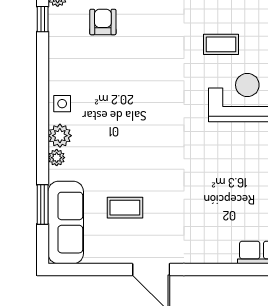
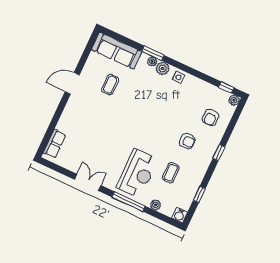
armchair: (103, 22) -> (211, 118), turned 90
armchair: (158, 42) -> (187, 141), added
window: (43, 204) -> (153, 53), moved

